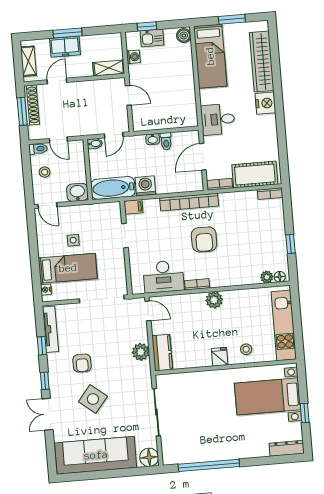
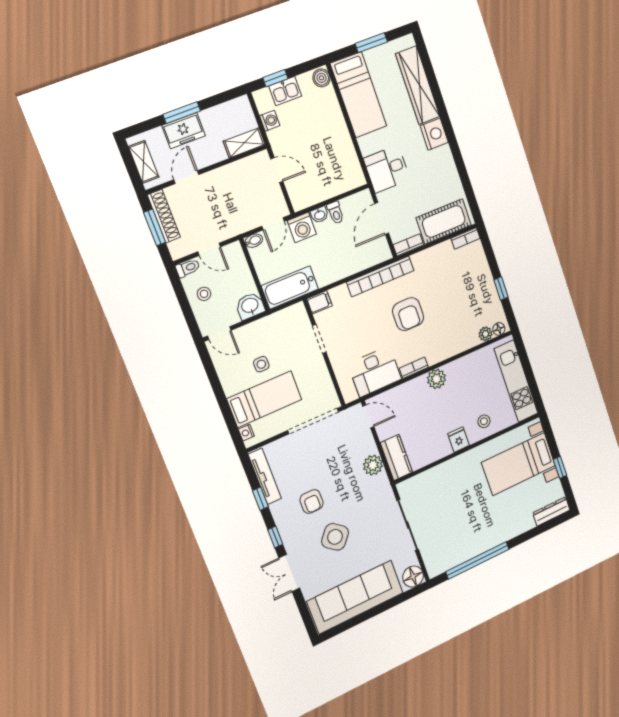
washing machine: (145, 186) -> (302, 227), moved, turned 180

